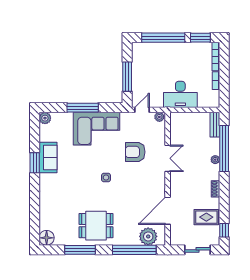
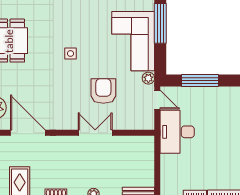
desk: (180, 94) -> (177, 132), moved
plant: (159, 117) -> (148, 78), moved
double door: (168, 158) -> (95, 133), swing flipped

